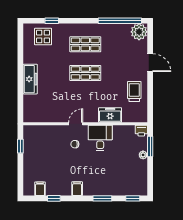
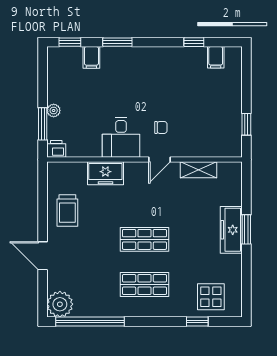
window: (20, 79) -> (246, 229), added
shelving: (51, 117) -> (198, 170), added
filing cabinet: (77, 189) -> (91, 57), moved

